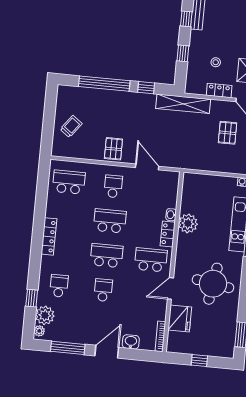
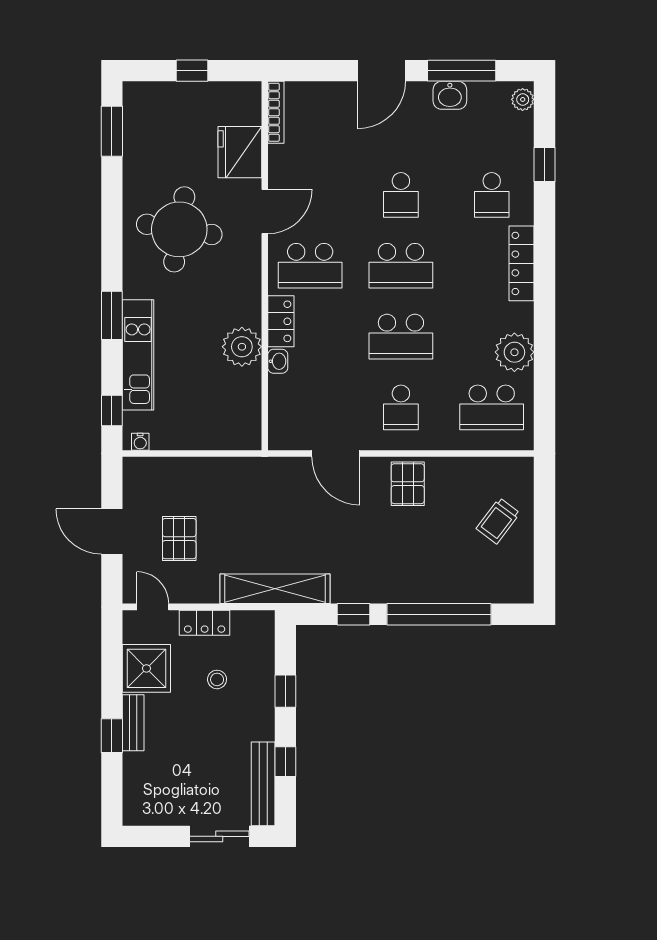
locker: (49, 236) -> (522, 263), moved
plant: (45, 315) -> (514, 352), moved
washbasin: (131, 342) -> (450, 95), moved

